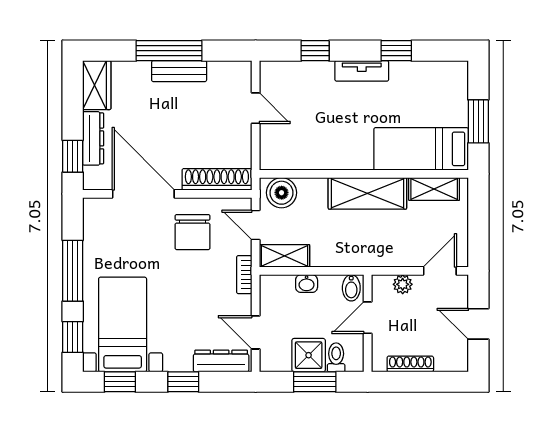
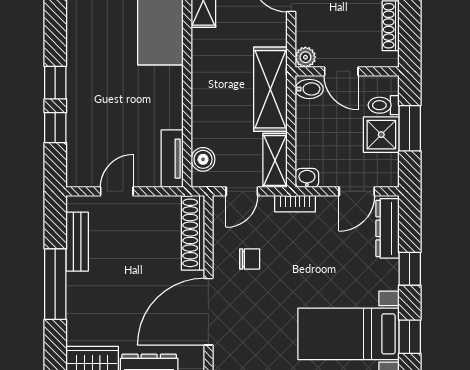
window: (396, 51) -> (55, 83), moved
bench: (179, 71) -> (77, 242), moved
tv unit: (362, 71) -> (172, 159), moved, turned 180
boiler: (282, 193) -> (203, 159), width x0.73, depth x0.73
shelving: (367, 193) -> (270, 89), moved
chair: (193, 232) -> (250, 259), width x0.54, depth x0.54
washbasin: (307, 284) -> (307, 178), moved, turned -90
plant: (403, 284) -> (305, 57), moved

